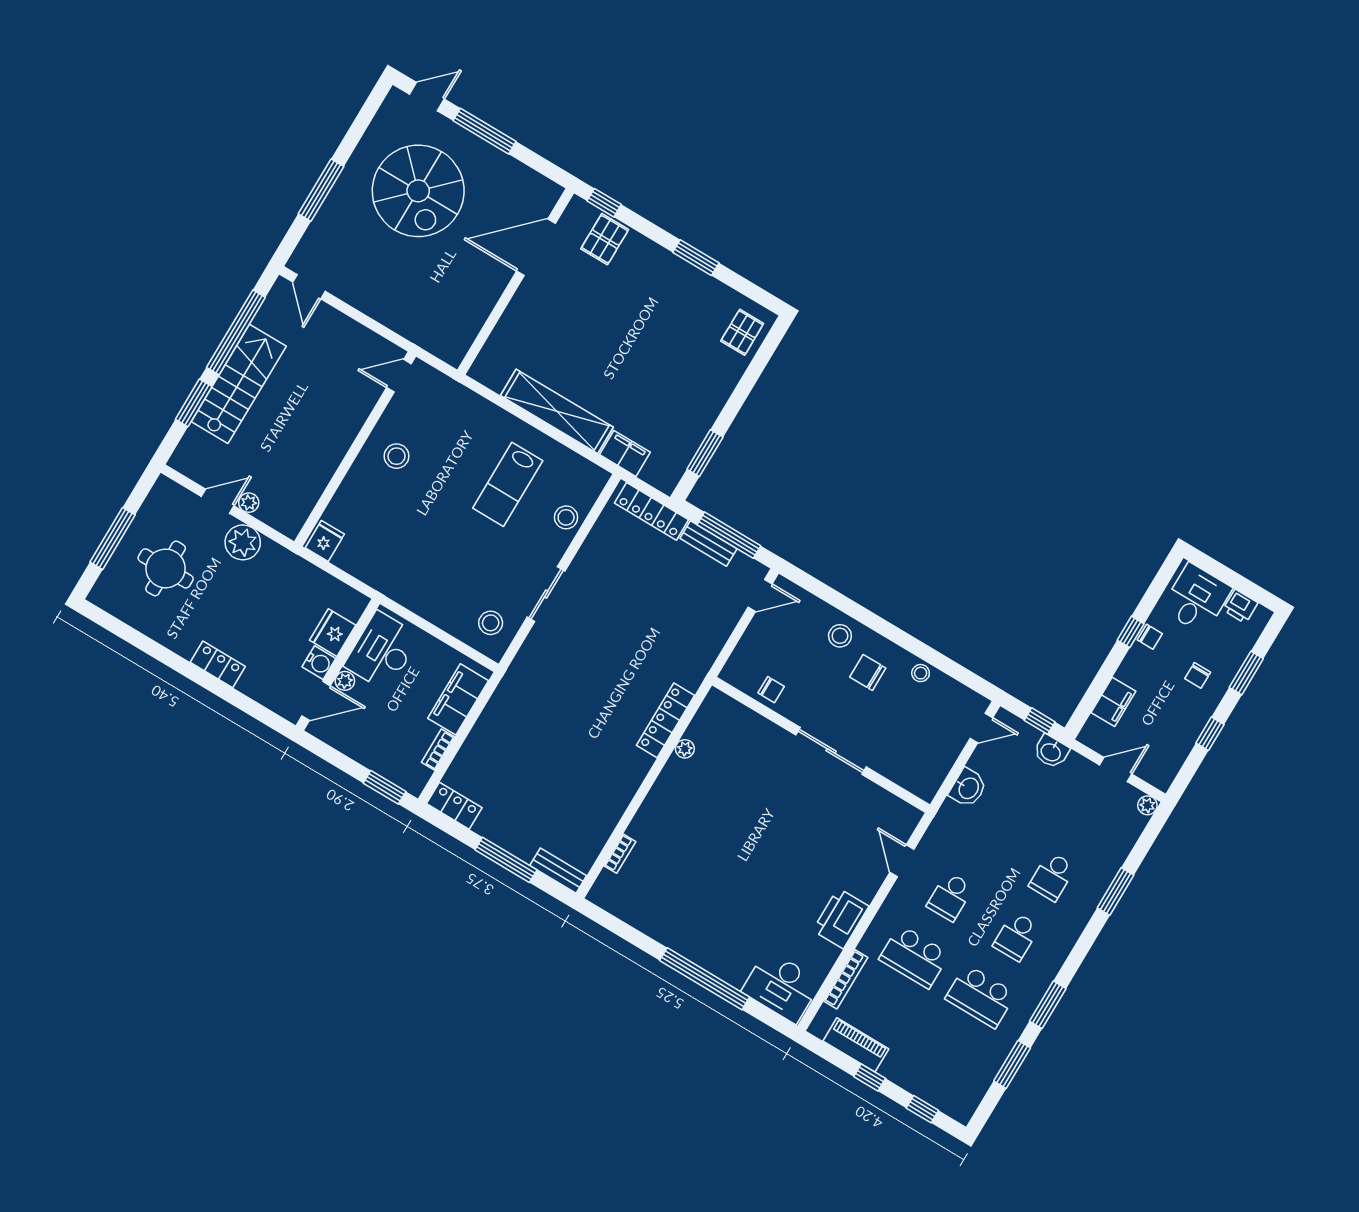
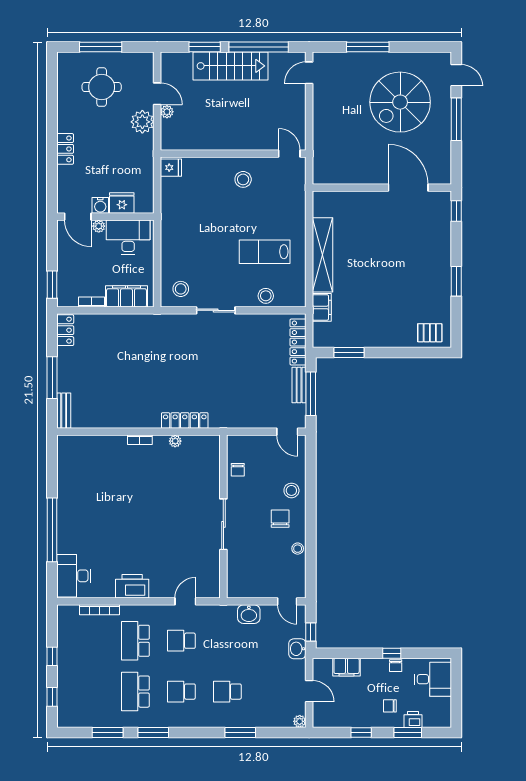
pallet: (605, 239) -> (436, 224), removed
printer: (1240, 606) -> (413, 720), moved, turned 90
bookcase: (620, 854) -> (140, 440), moved
piano: (856, 1045) -> (66, 638), removed

